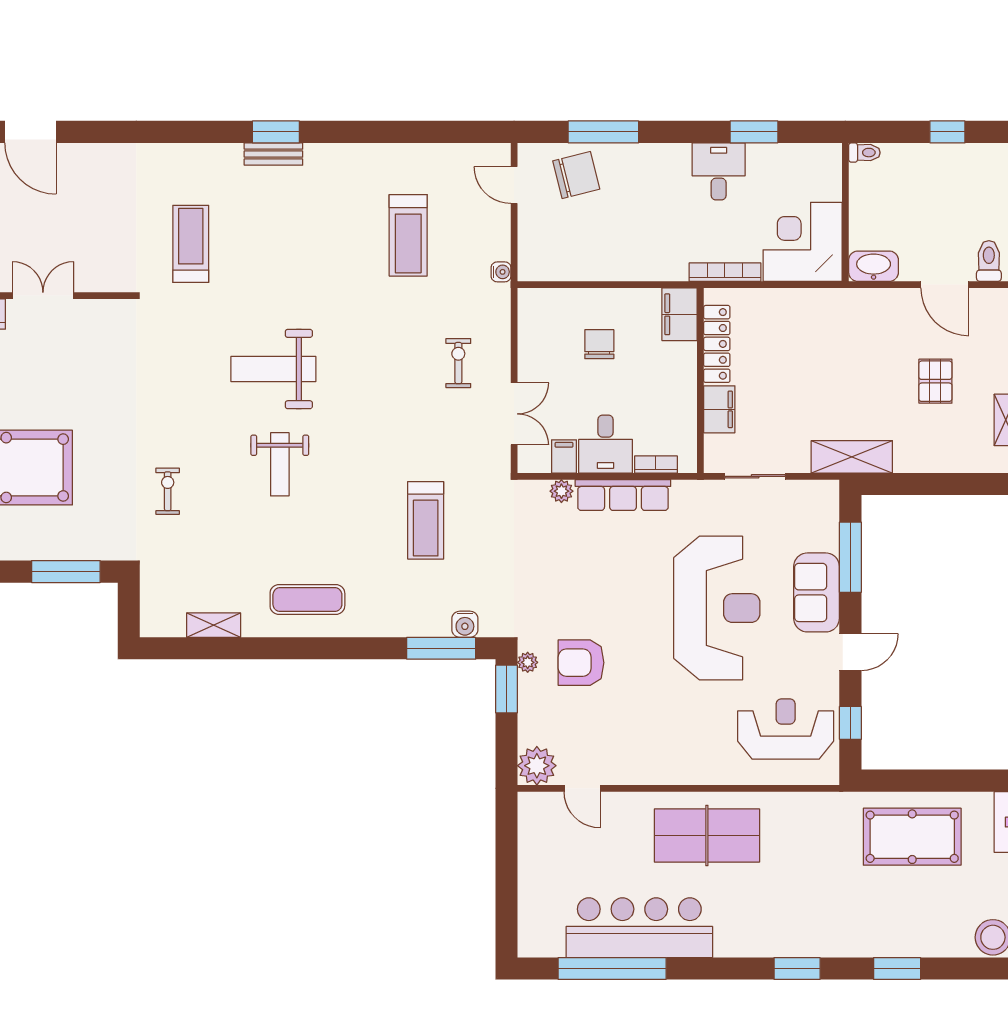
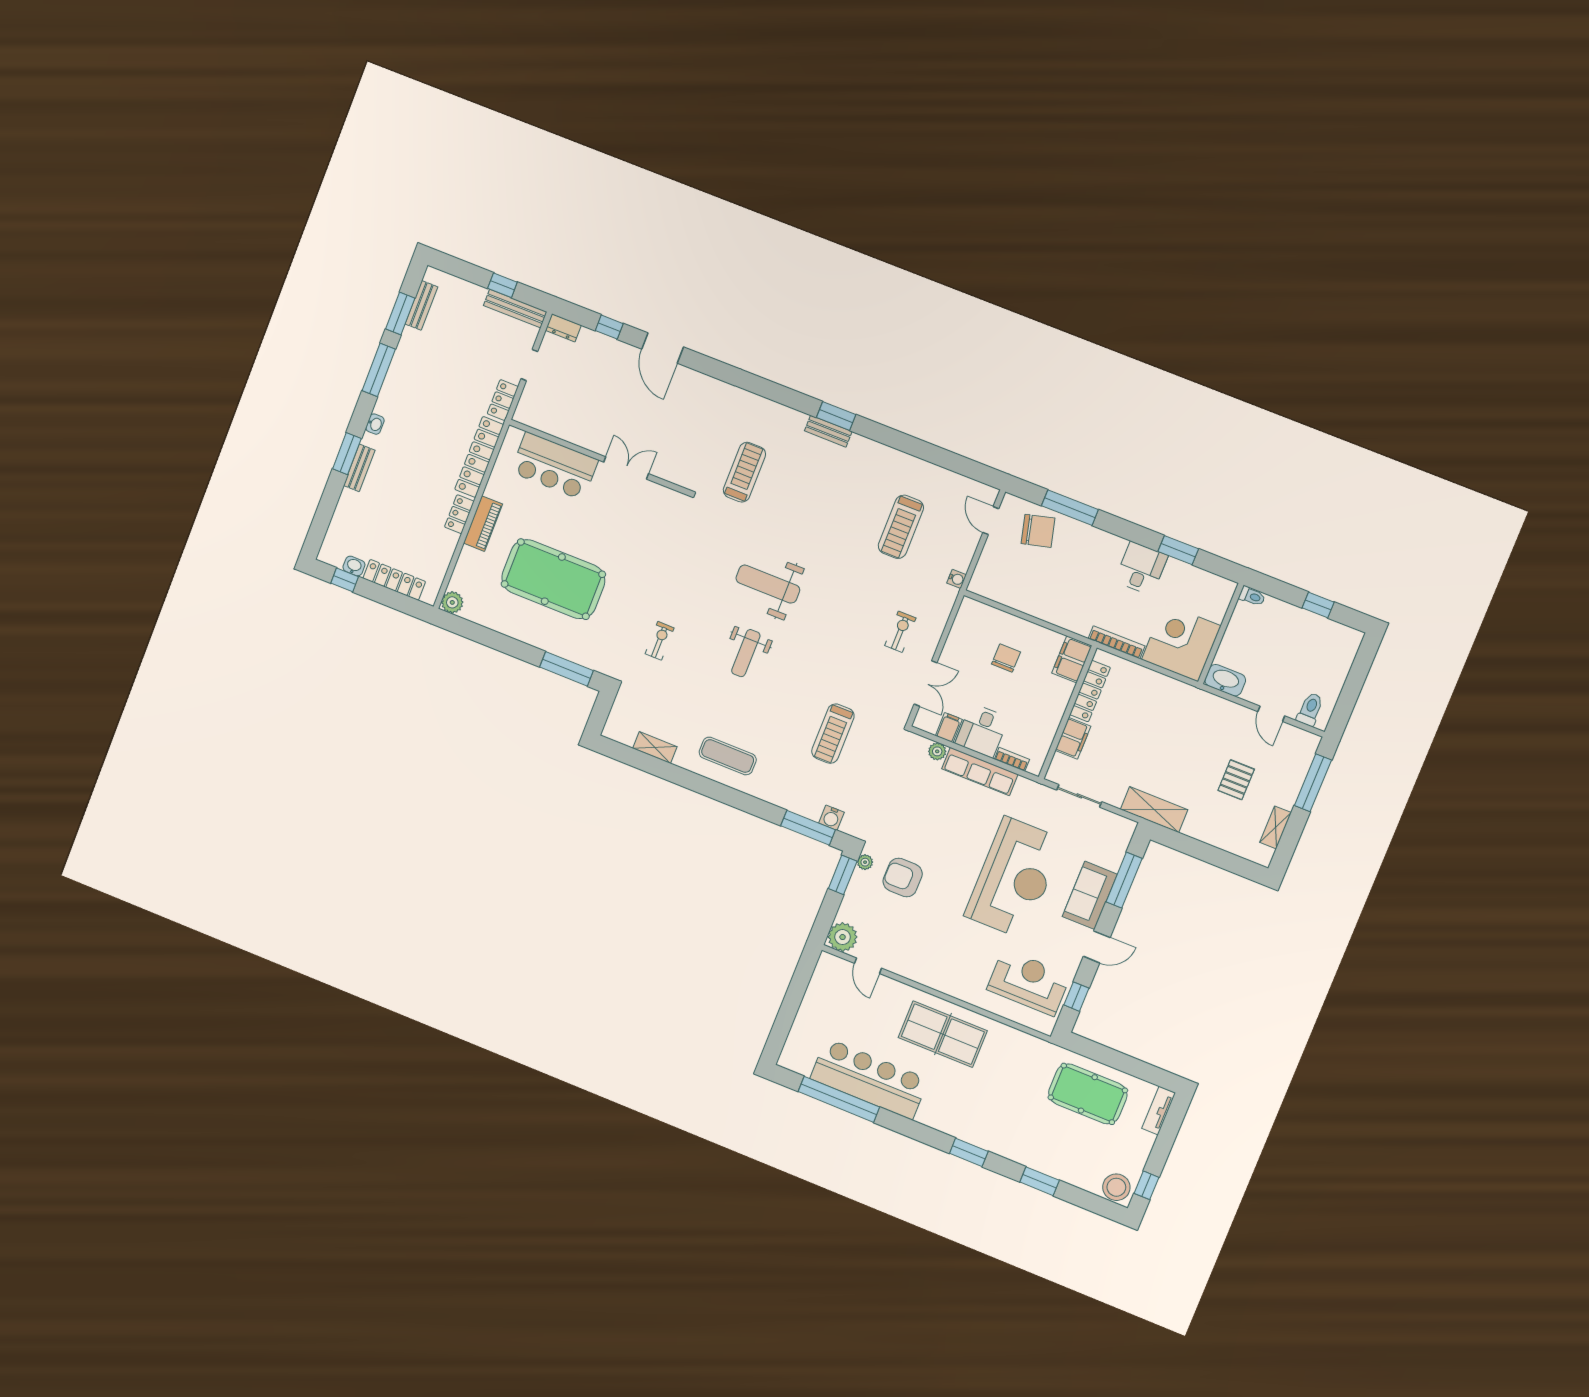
door: (945, 285) -> (1271, 714), width x0.73

